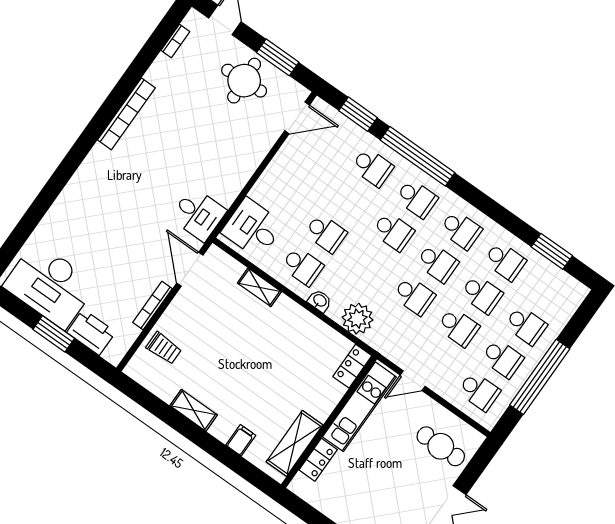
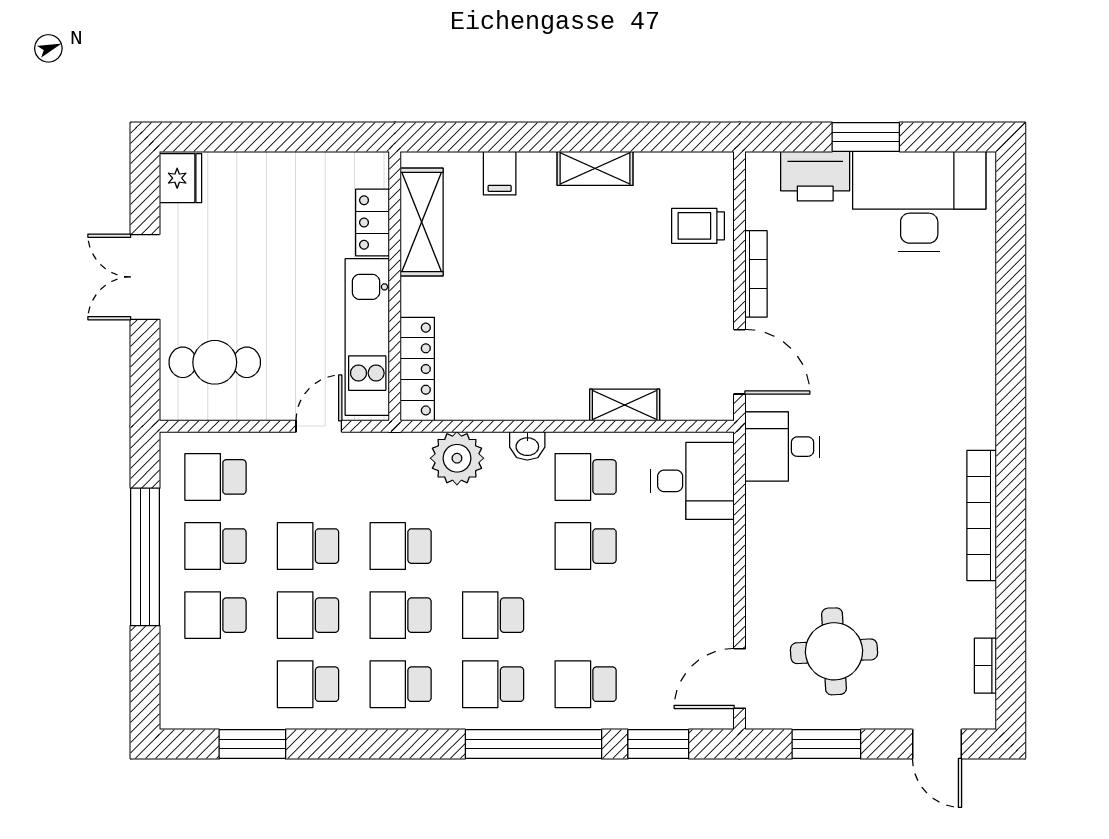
round table: (244, 81) -> (834, 651), moved
locker: (352, 366) -> (417, 369), width x1.53

